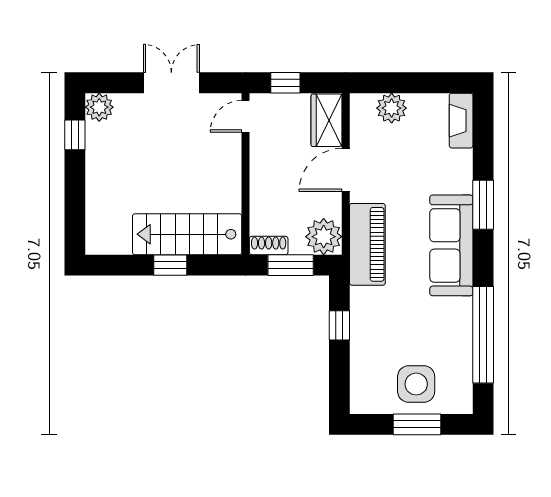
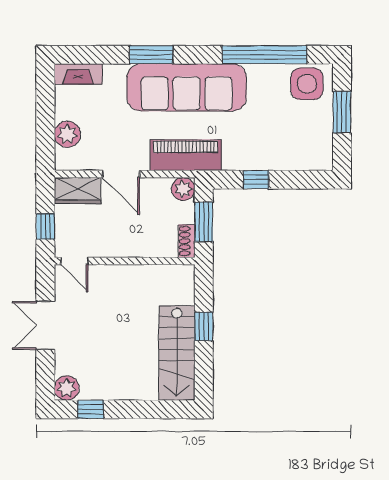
stairs: (187, 234) -> (177, 353), moved
plant: (324, 237) -> (183, 189), width x0.73, depth x0.73
sofa: (451, 245) -> (187, 87), width x1.36, depth x1.27
side table: (416, 384) -> (307, 84), moved

